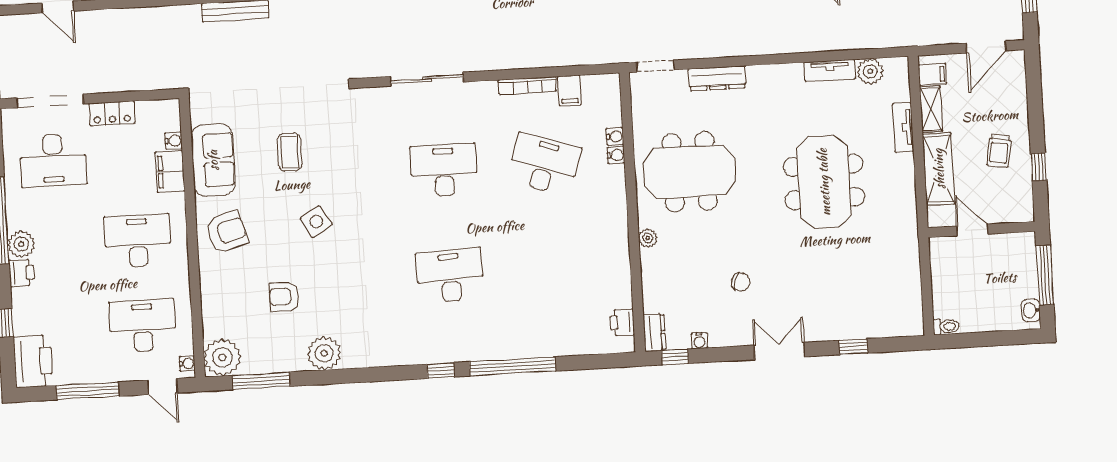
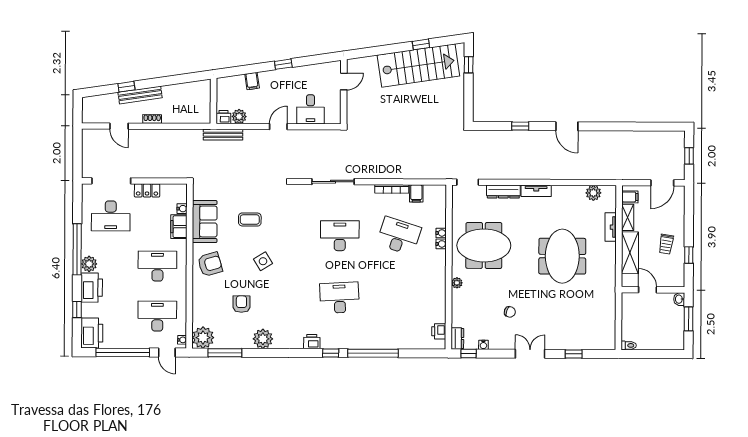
tv unit: (830, 70) -> (536, 191), moved
water cooler: (615, 136) -> (441, 244), moved
coffee table: (290, 152) -> (250, 219), turned 90
printer: (22, 273) -> (92, 288), width x1.87, depth x1.48
window: (1045, 275) -> (689, 319), width x0.69
armchair: (284, 297) -> (241, 304), turned 90
washbasin: (1031, 310) -> (679, 299), moved
printer: (407, 353) -> (312, 342), added
window: (88, 391) -> (123, 352), width x1.46

